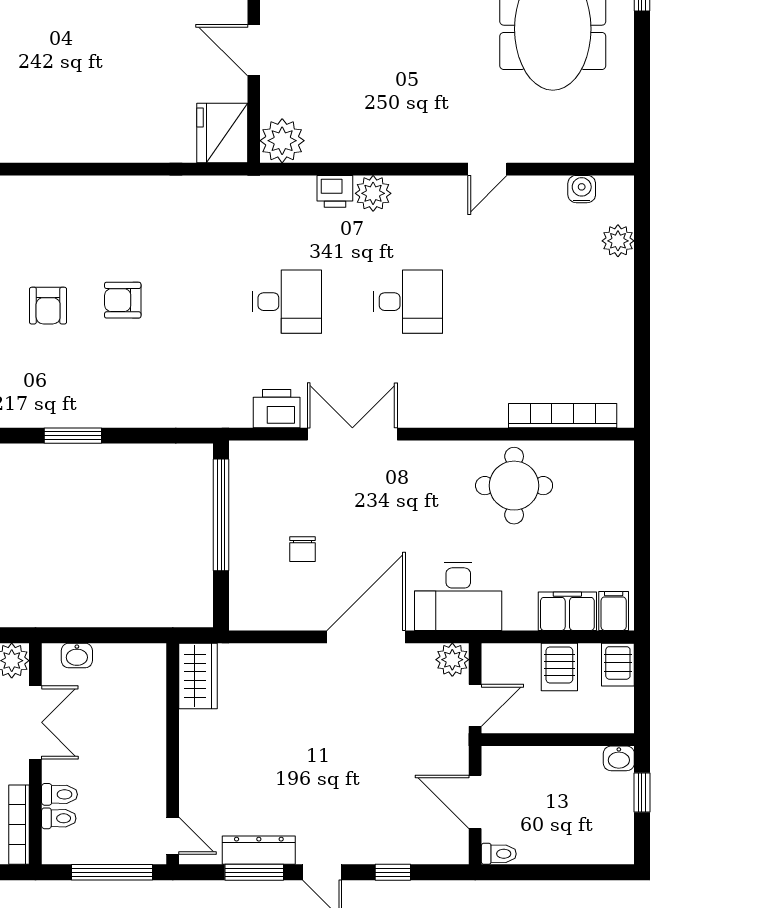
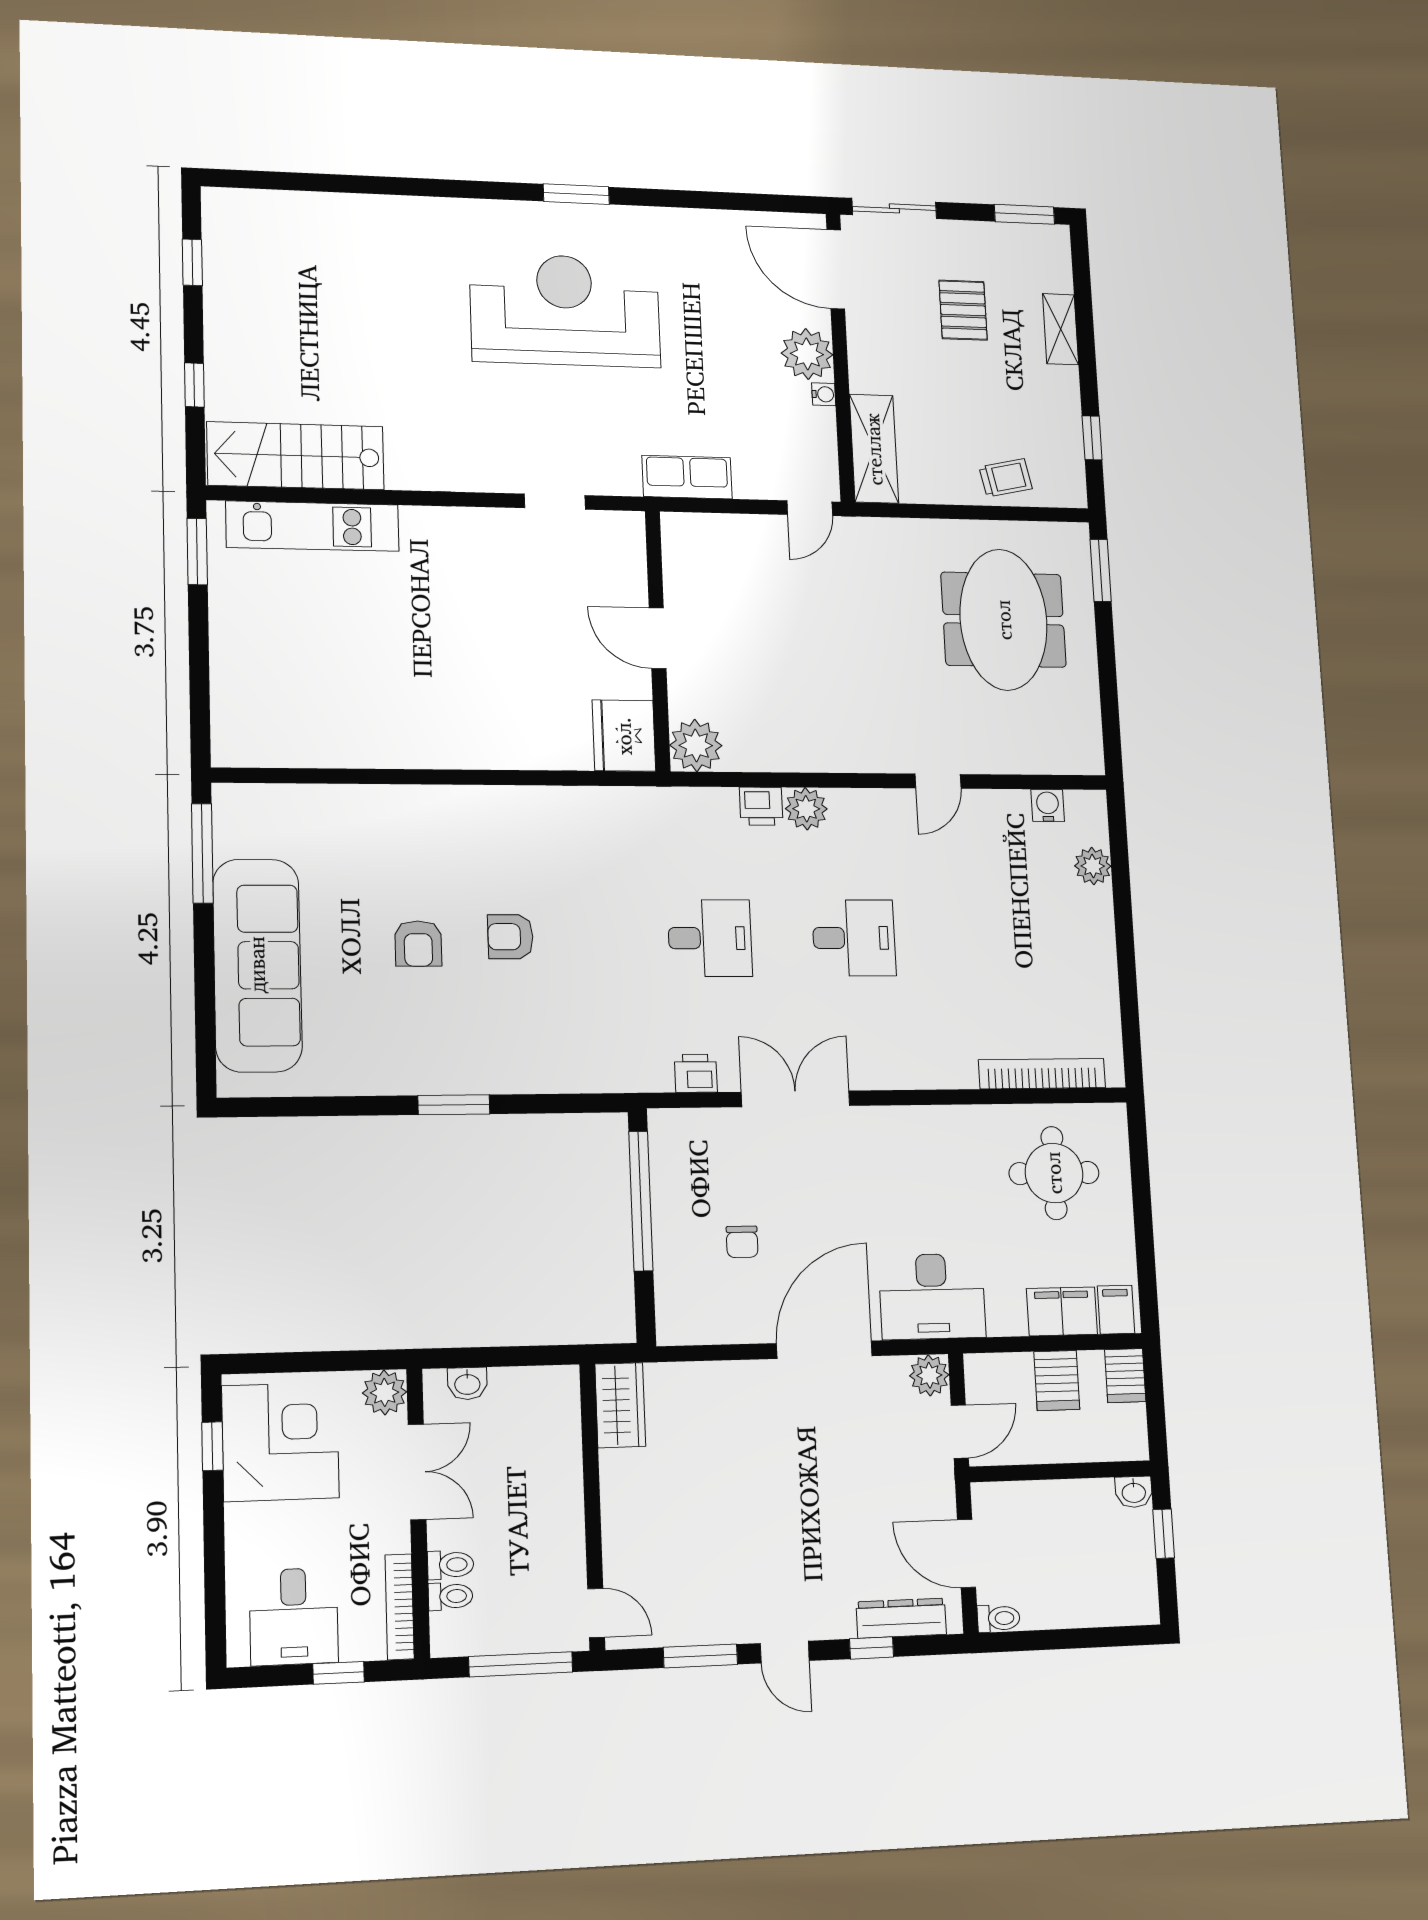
printer: (277, 409) -> (696, 1073), width x0.73, depth x0.81
round table: (514, 486) -> (1054, 1173), moved
dresser: (259, 850) -> (901, 1618), moved

